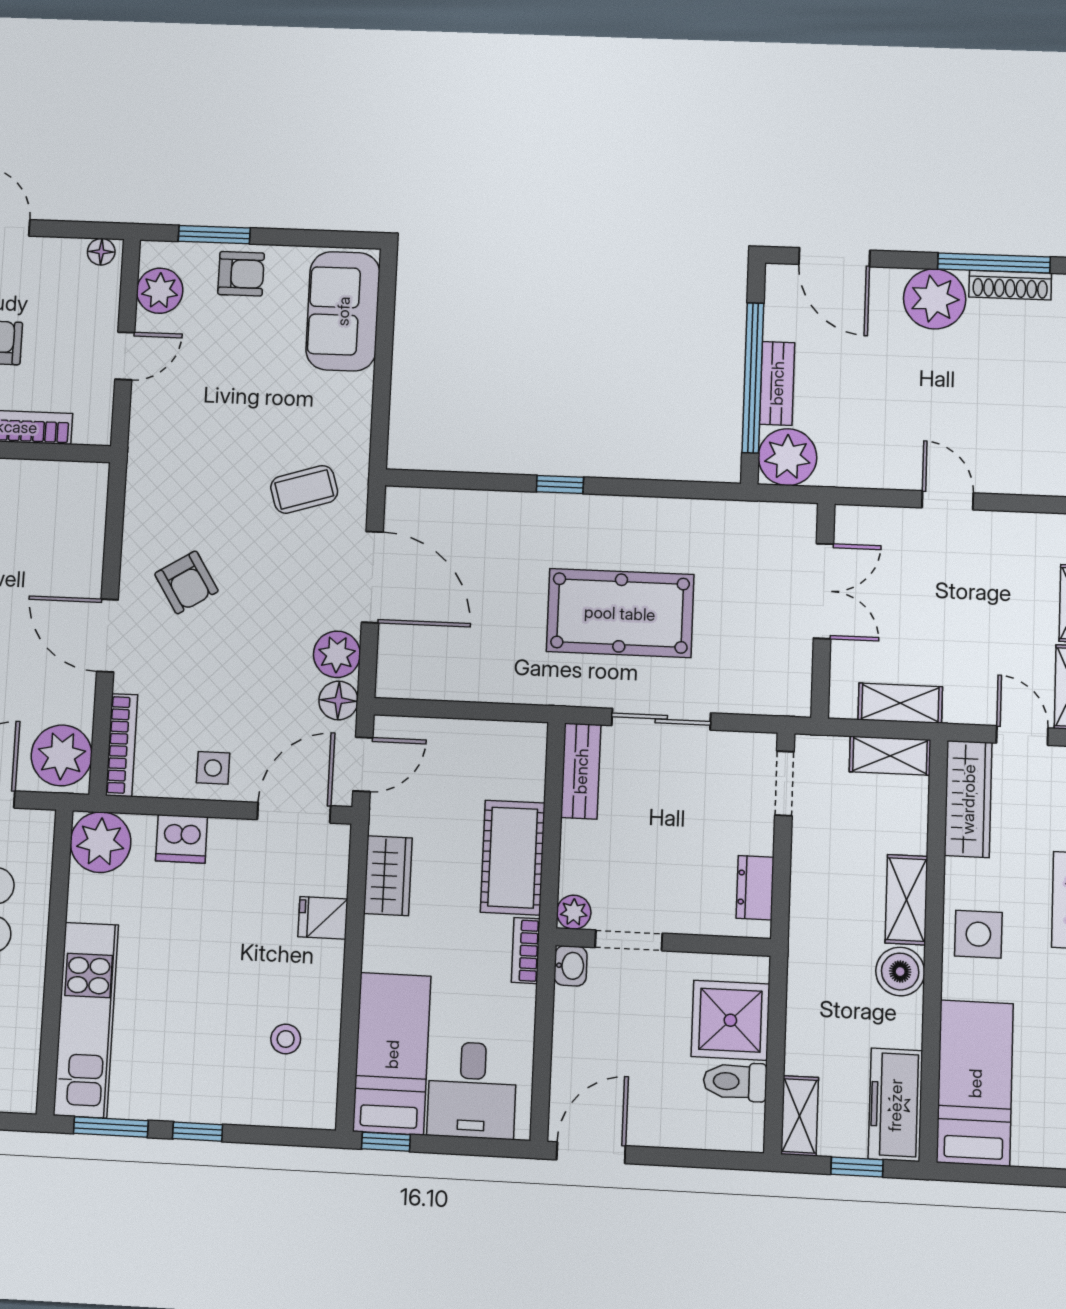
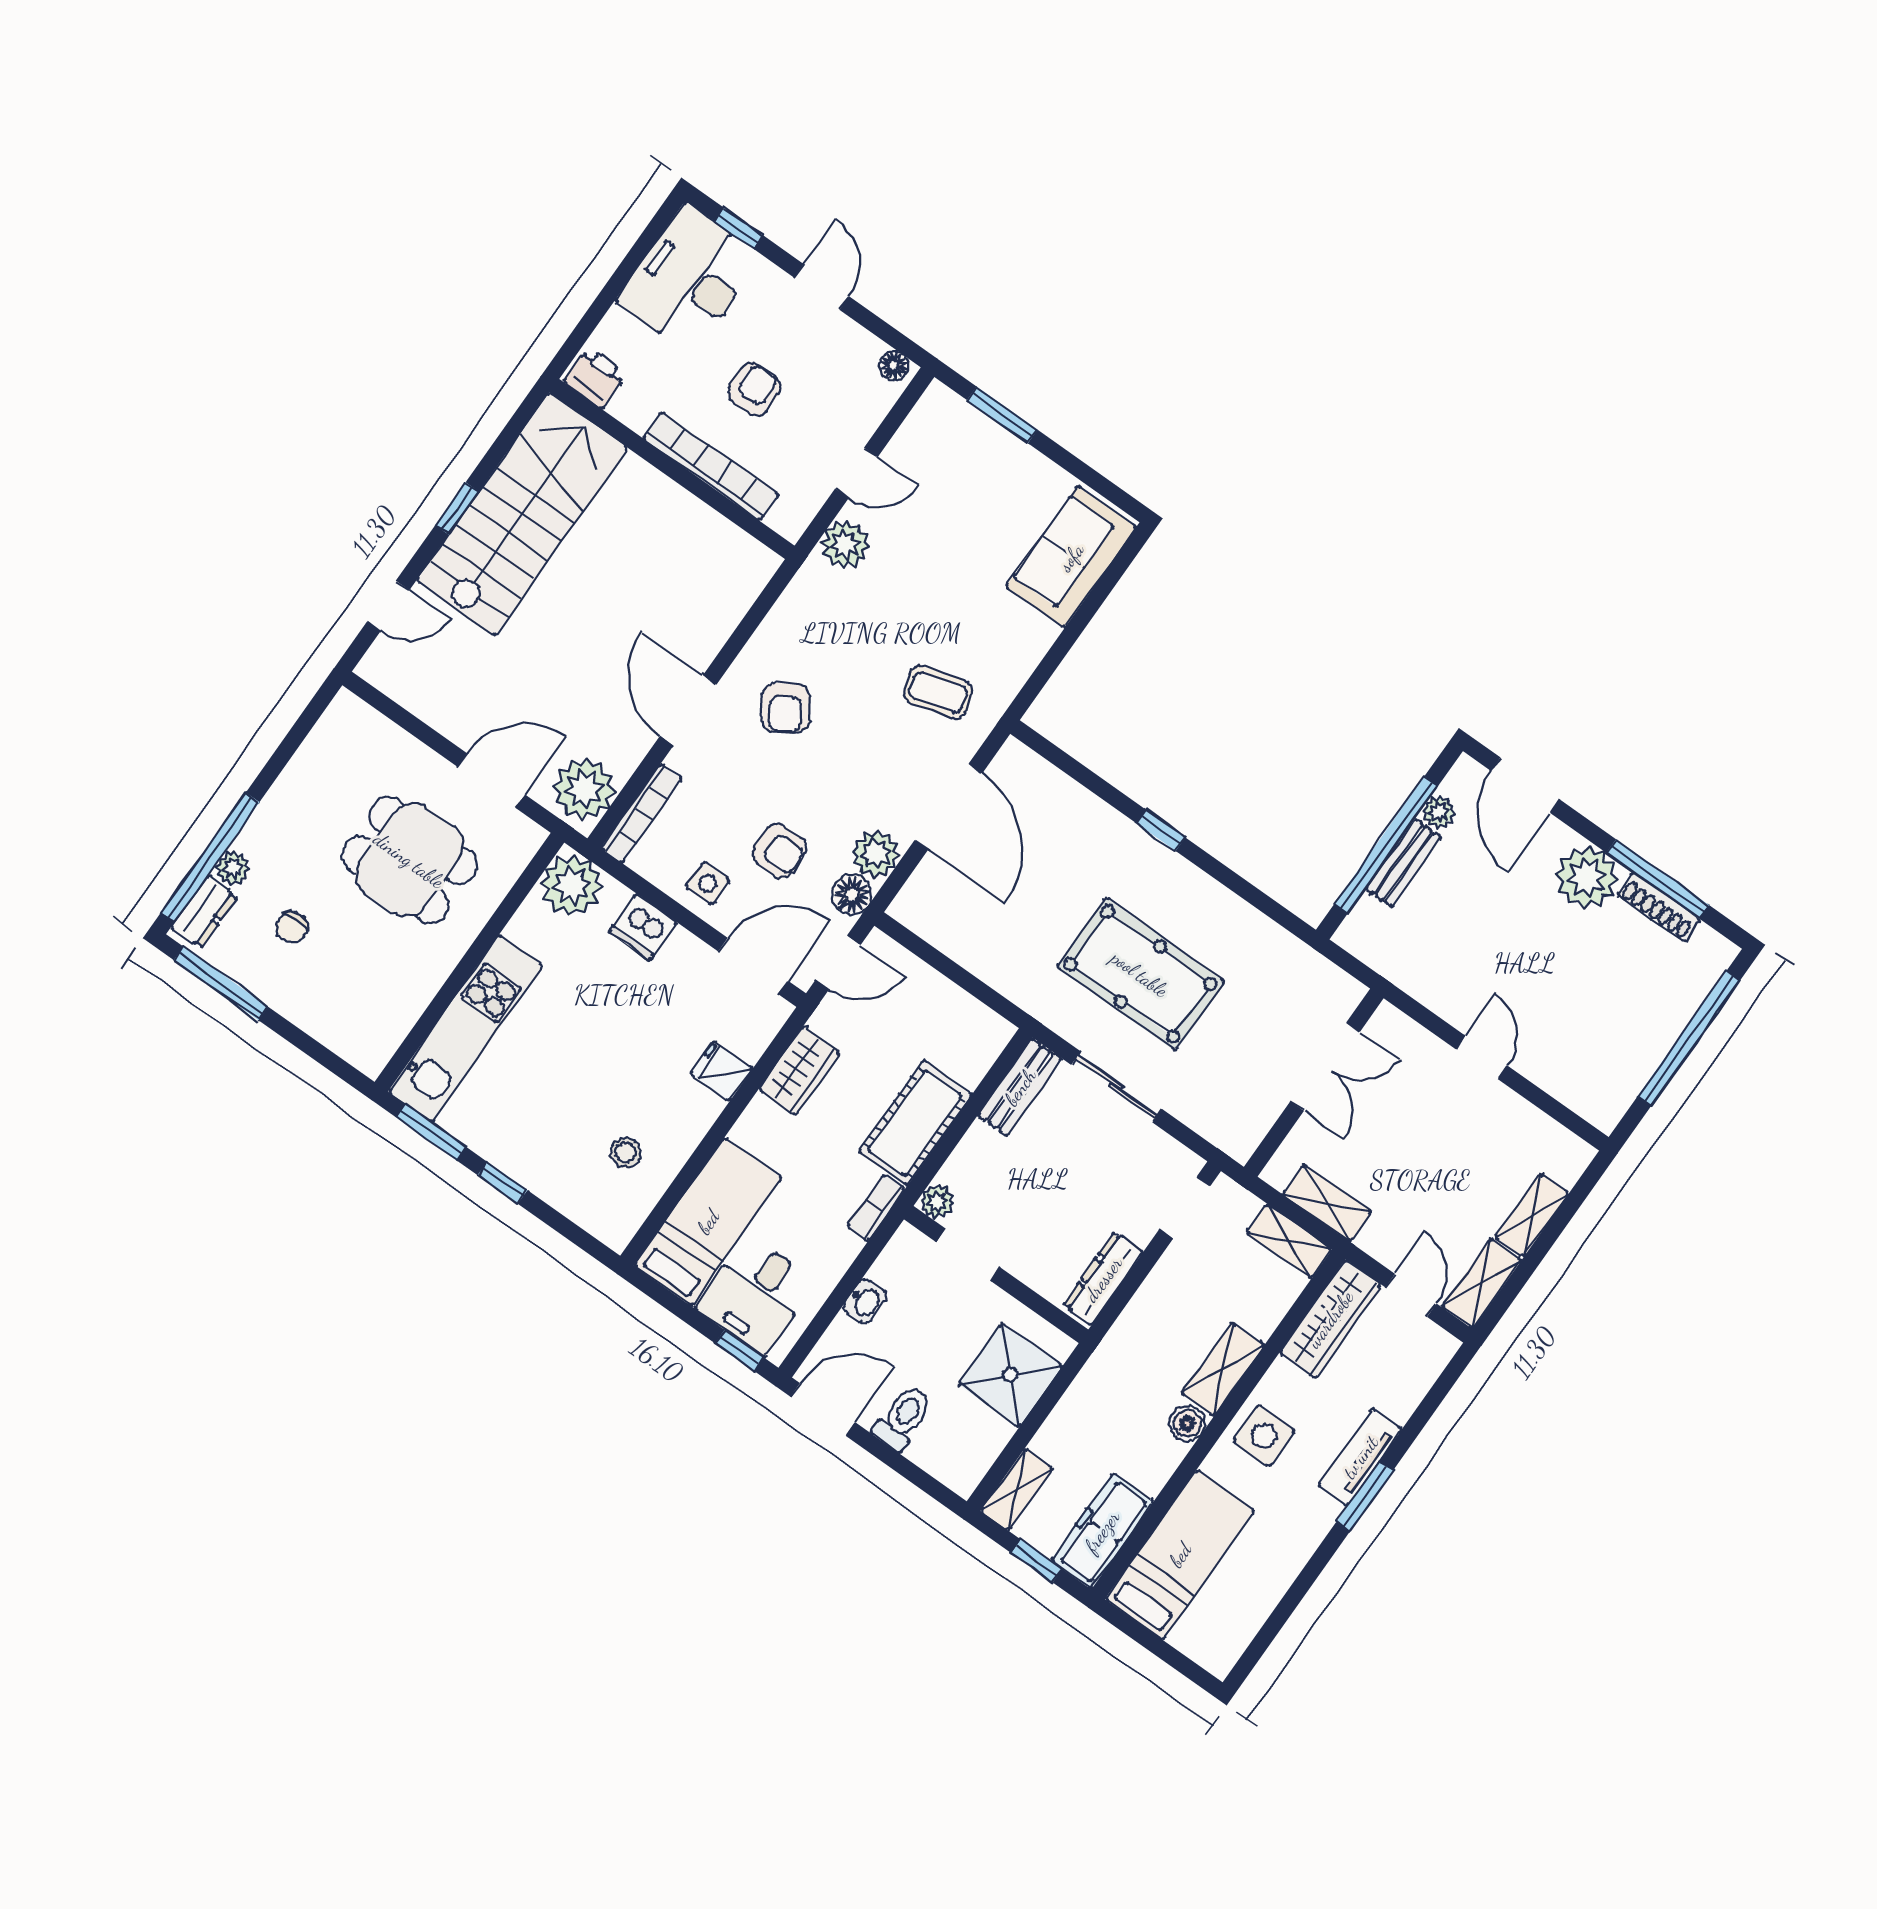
armchair: (241, 274) -> (780, 851), moved
plant: (160, 291) -> (845, 544), moved
plant: (787, 457) -> (1439, 812), moved, width x0.53, depth x0.53
dresser: (755, 888) -> (1103, 1279), width x1.44
washbasin: (571, 966) -> (865, 1302), moved
boiler: (900, 972) -> (1187, 1423), width x0.73, depth x0.73
toilet: (735, 1082) -> (903, 1418), moved, turned 90
window: (386, 1142) -> (739, 1350), moved

